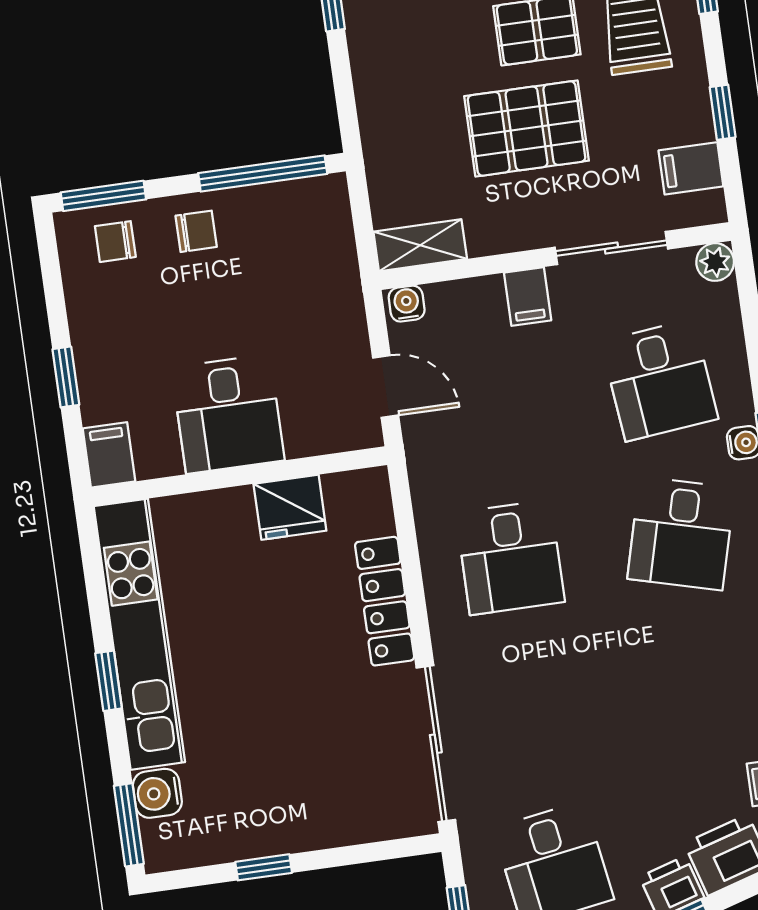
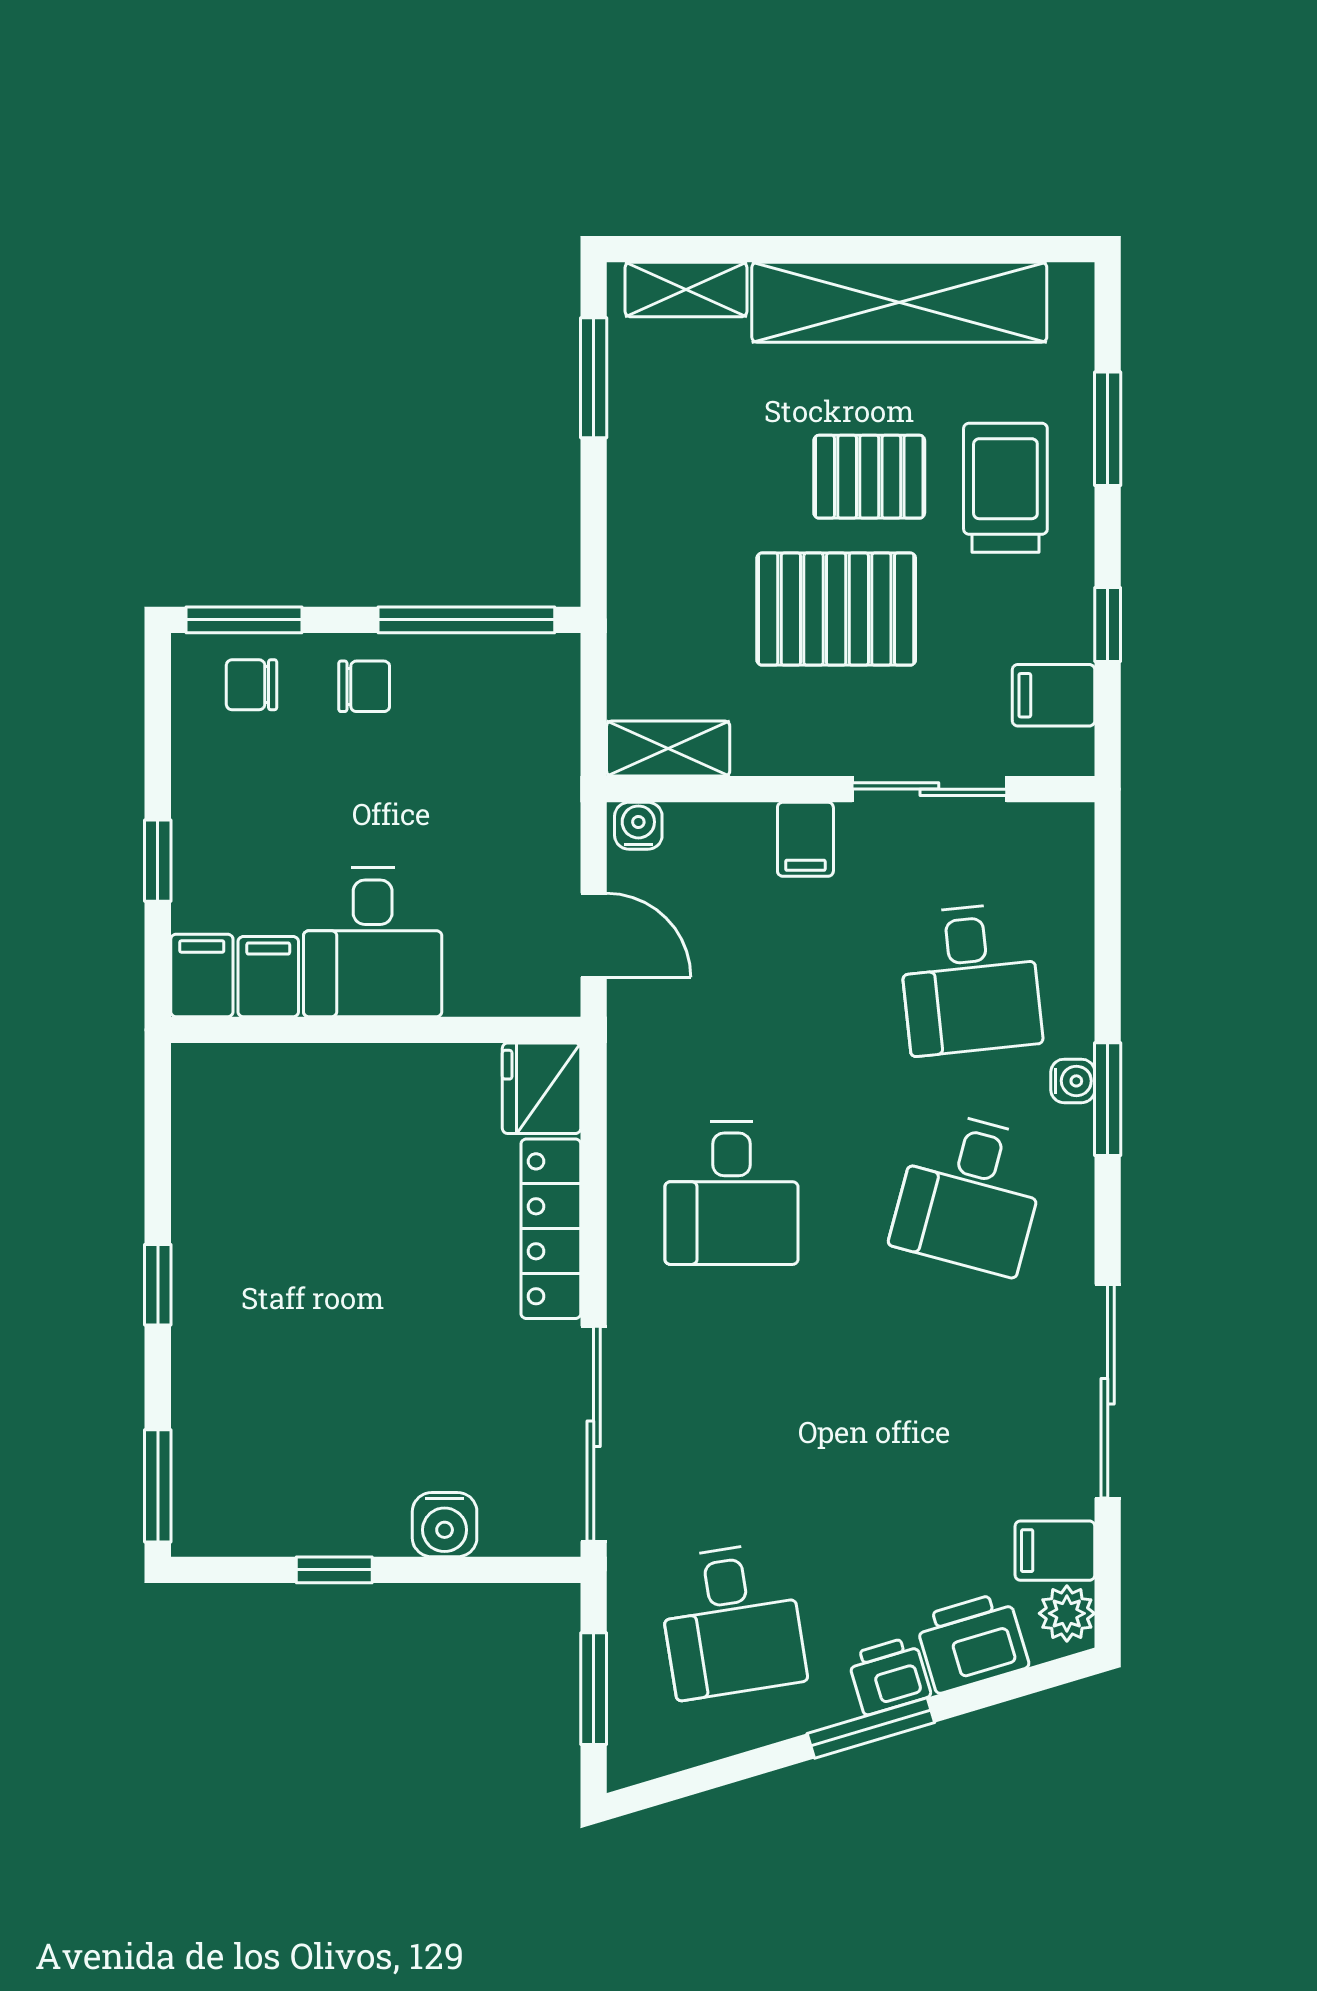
plant: (715, 262) -> (1069, 828), removed
filing cabinet: (157, 449) -> (268, 977), added
fridge: (290, 507) -> (542, 1088), moved, turned 90
kitchen unit: (139, 634) -> (209, 1227), removed
water cooler: (157, 793) -> (445, 1525), moved, turned -90

